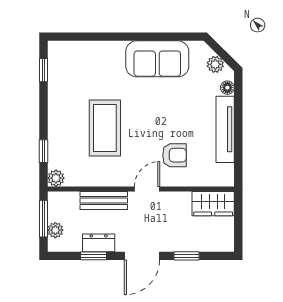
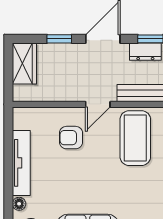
coffee table: (105, 128) -> (135, 138), moved
wardrobe: (213, 204) -> (24, 63), moved, turned 90

